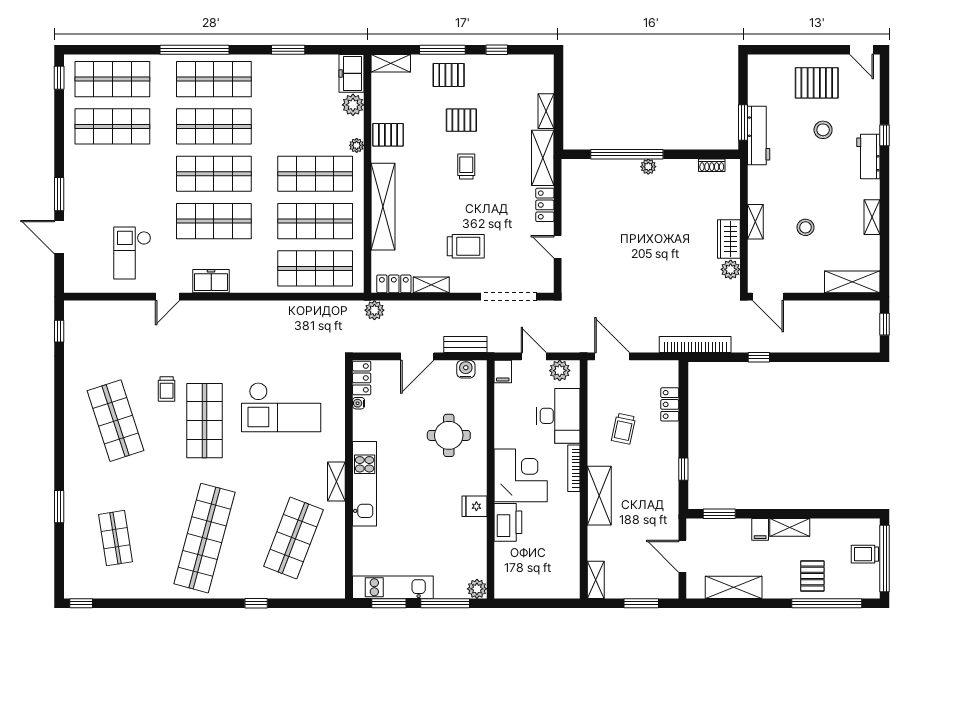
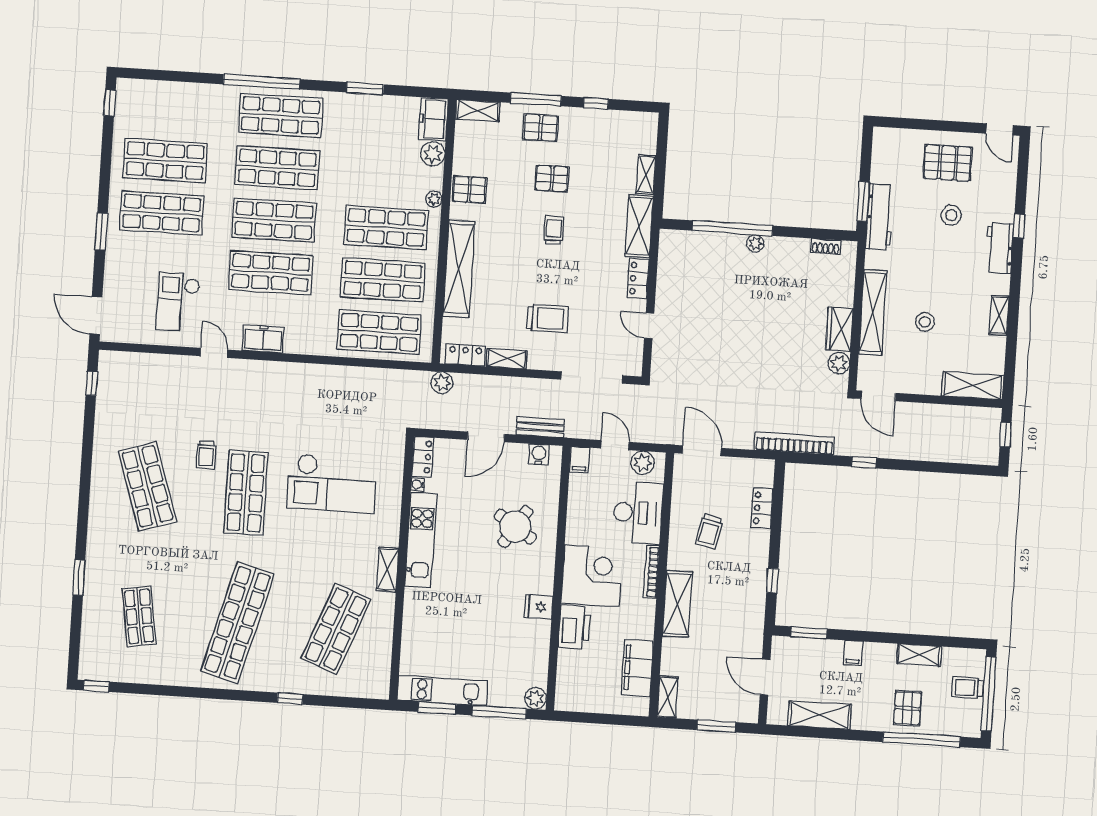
shop shelf: (112, 79) -> (162, 213), moved
shelving: (755, 222) -> (873, 312), width x2.20, depth x1.33
door: (59, 237) -> (96, 315), moved
door: (167, 297) -> (214, 353), swing flipped
round table: (449, 435) -> (515, 527), turned 33
kitchen unit: (365, 484) -> (421, 540), moved
shelving: (790, 527) -> (919, 655), moved
filing cabinet: (567, 555) -> (637, 668), added

